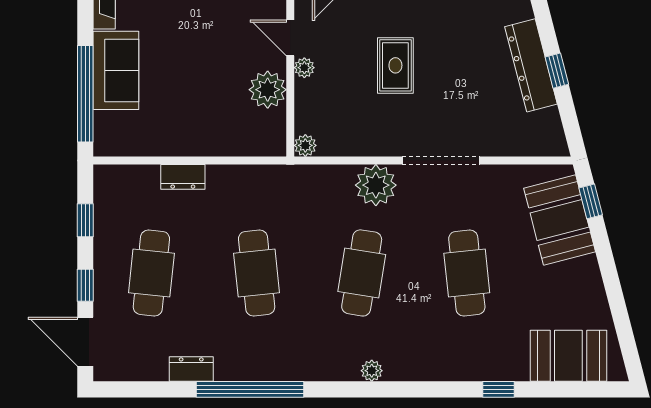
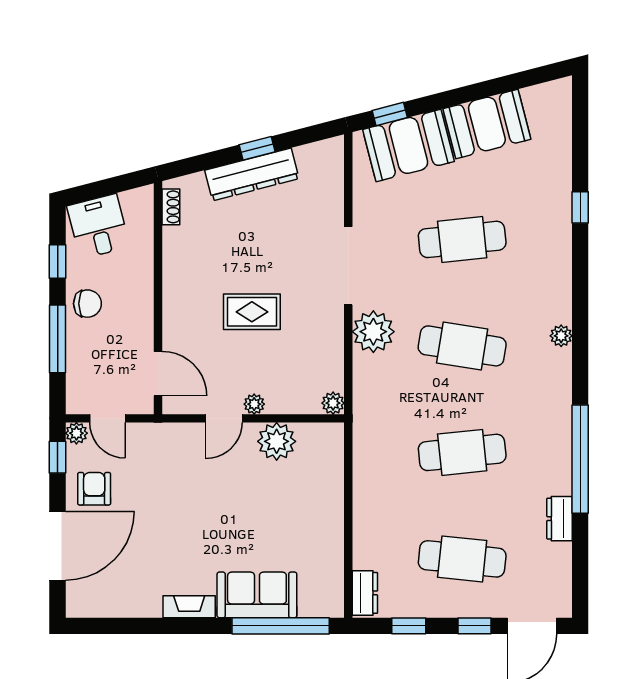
dresser: (183, 177) -> (365, 593), moved
booth: (568, 356) -> (487, 124), moved, turned 75

